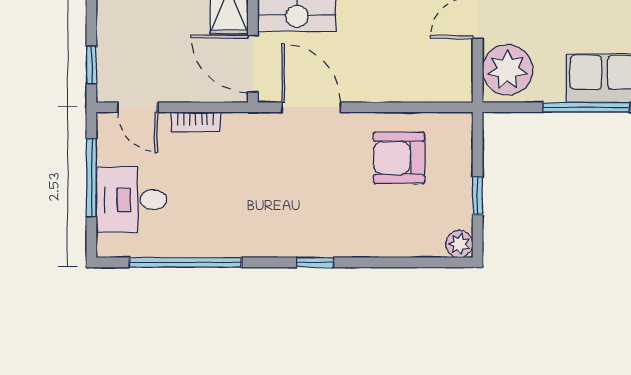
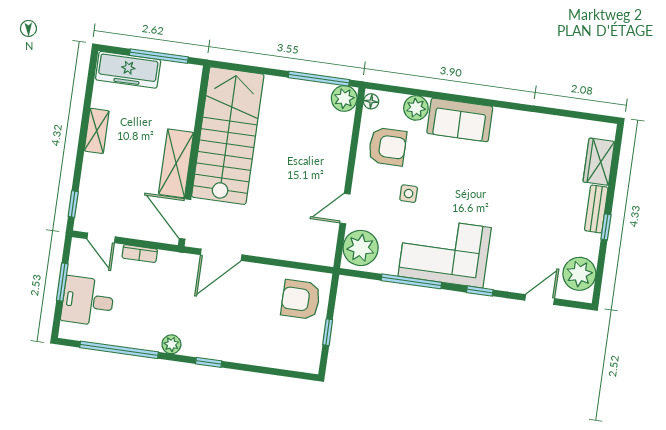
door: (311, 107) -> (221, 255), swing flipped
armchair: (399, 158) -> (301, 300), moved
window: (91, 178) -> (62, 282), width x0.69
plant: (459, 244) -> (171, 344), moved

